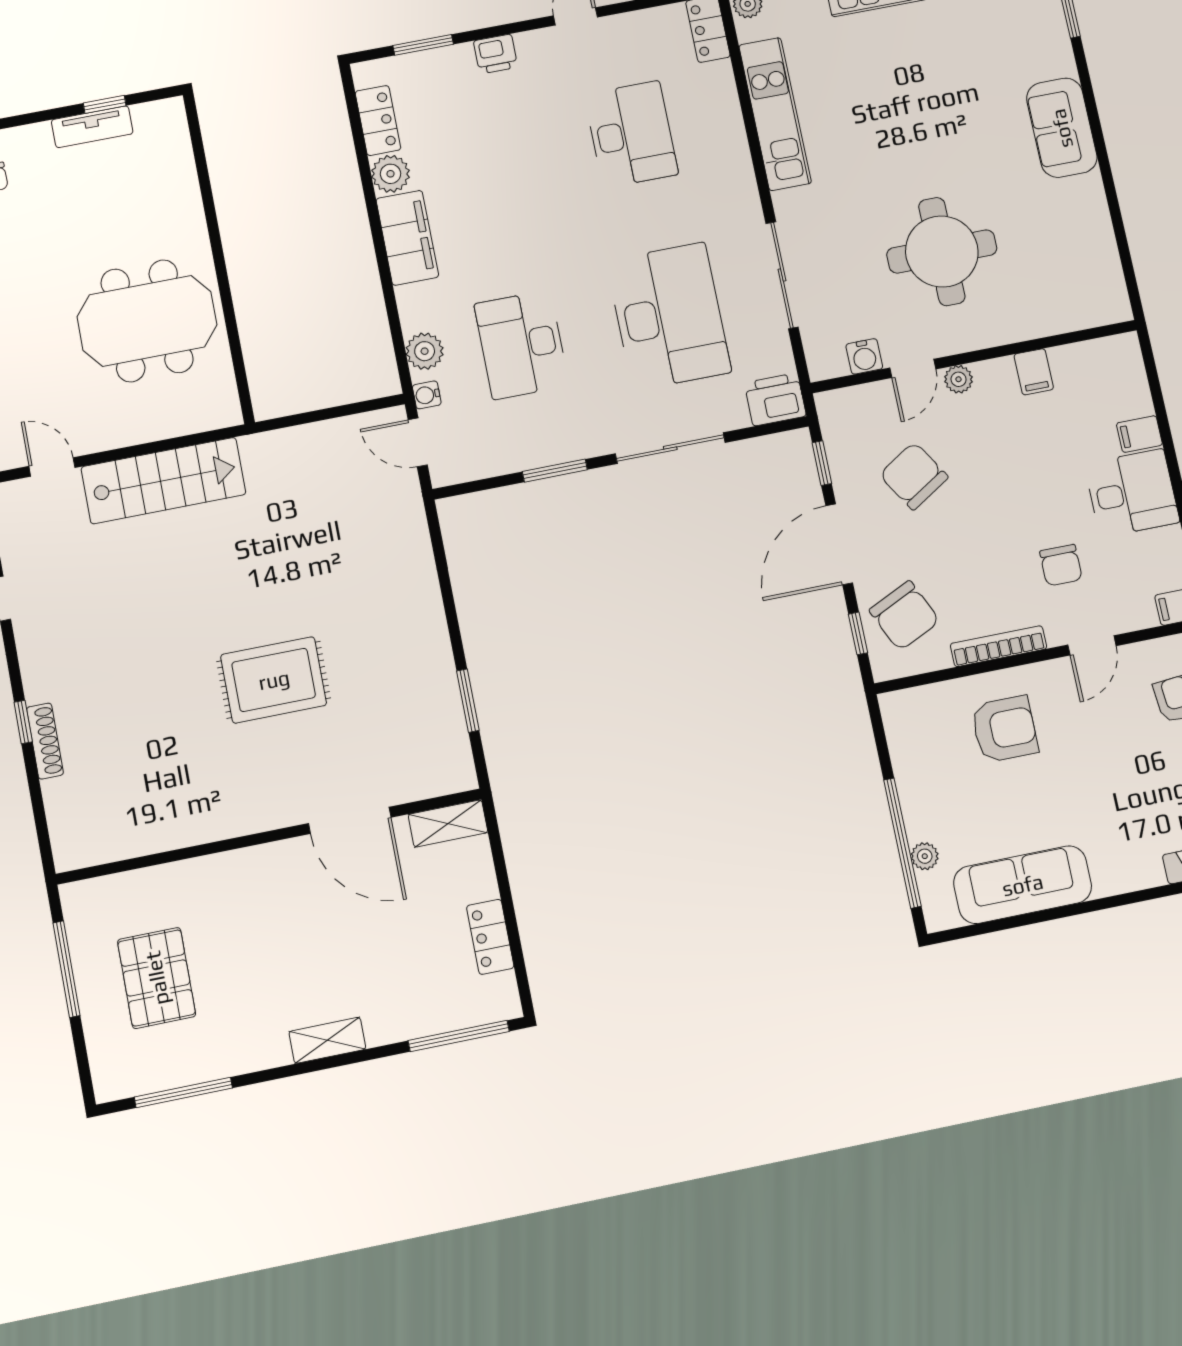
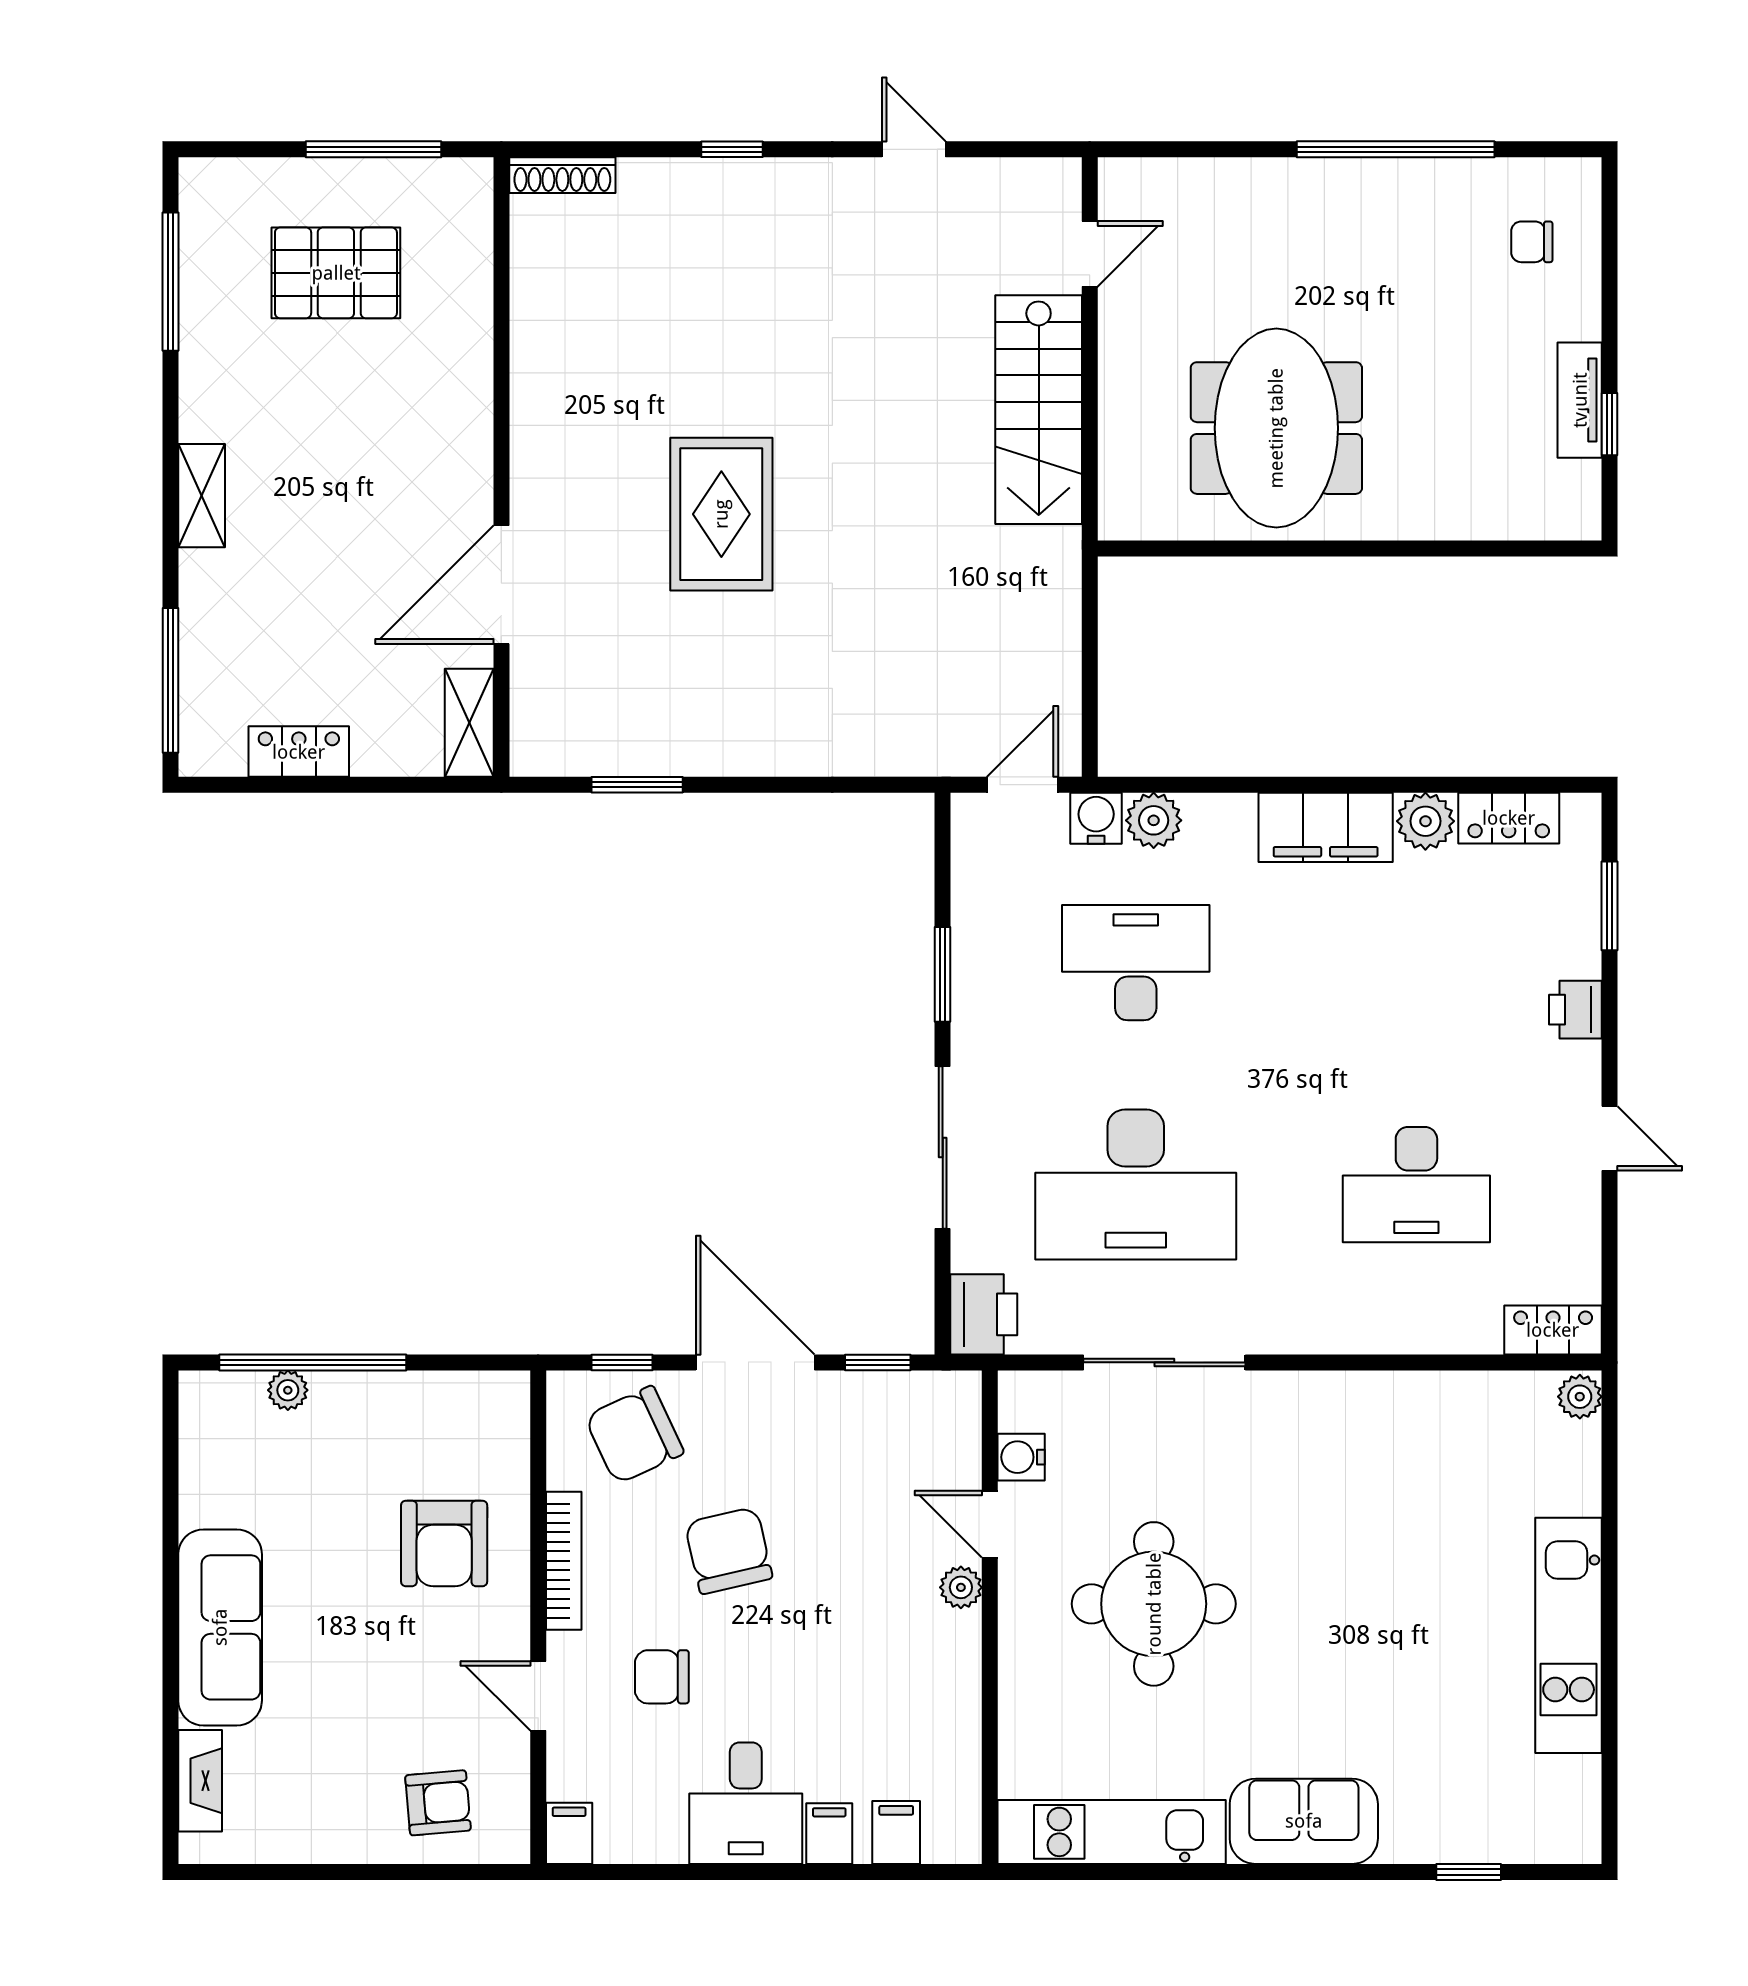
kitchen unit: (775, 114) -> (1112, 1832), moved, turned 180
filing cabinet: (1034, 372) -> (896, 1832), moved, turned 90
water cooler: (427, 395) -> (1096, 818), width x1.38, depth x1.38
chair: (914, 476) -> (729, 1551), moved, turned -71
shoe rack: (45, 741) -> (562, 175), moved
sofa: (1023, 885) -> (220, 1627), moved

